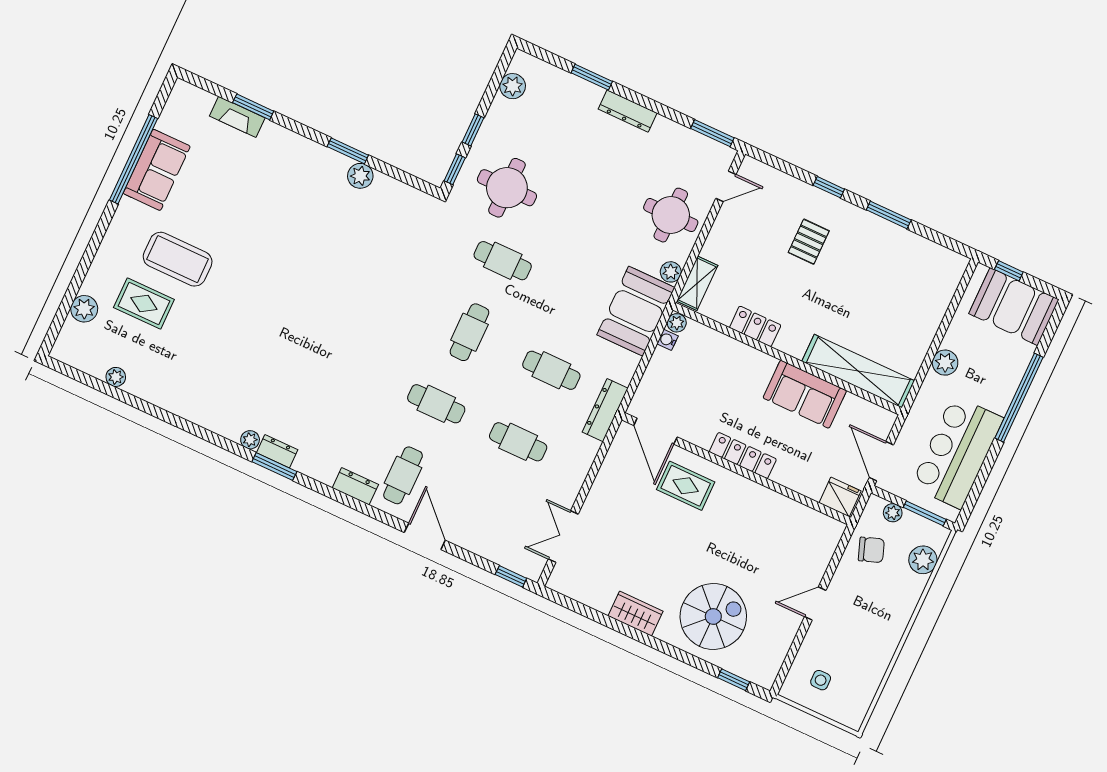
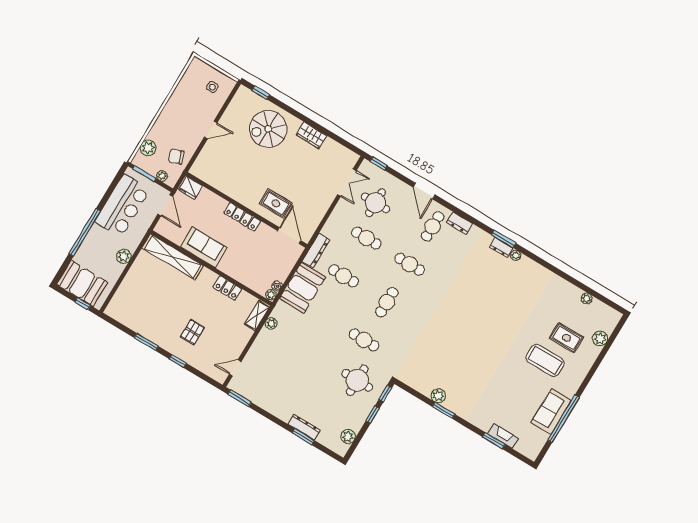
dresser: (628, 111) -> (304, 427), moved
round table: (671, 215) -> (375, 203), moved
booth: (636, 311) -> (303, 288), moved

